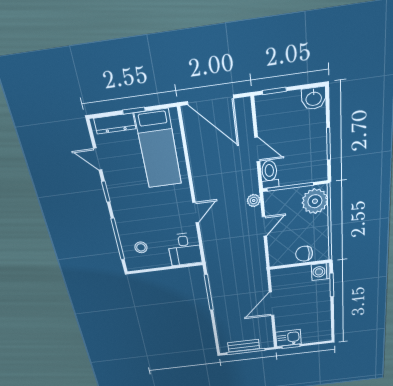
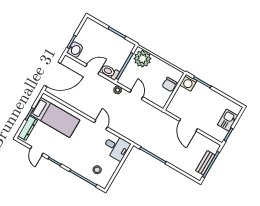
washbasin: (314, 98) -> (75, 50), moved
door: (98, 159) -> (37, 151), hinge flipped
kitchen sink: (288, 338) -> (228, 120), moved

